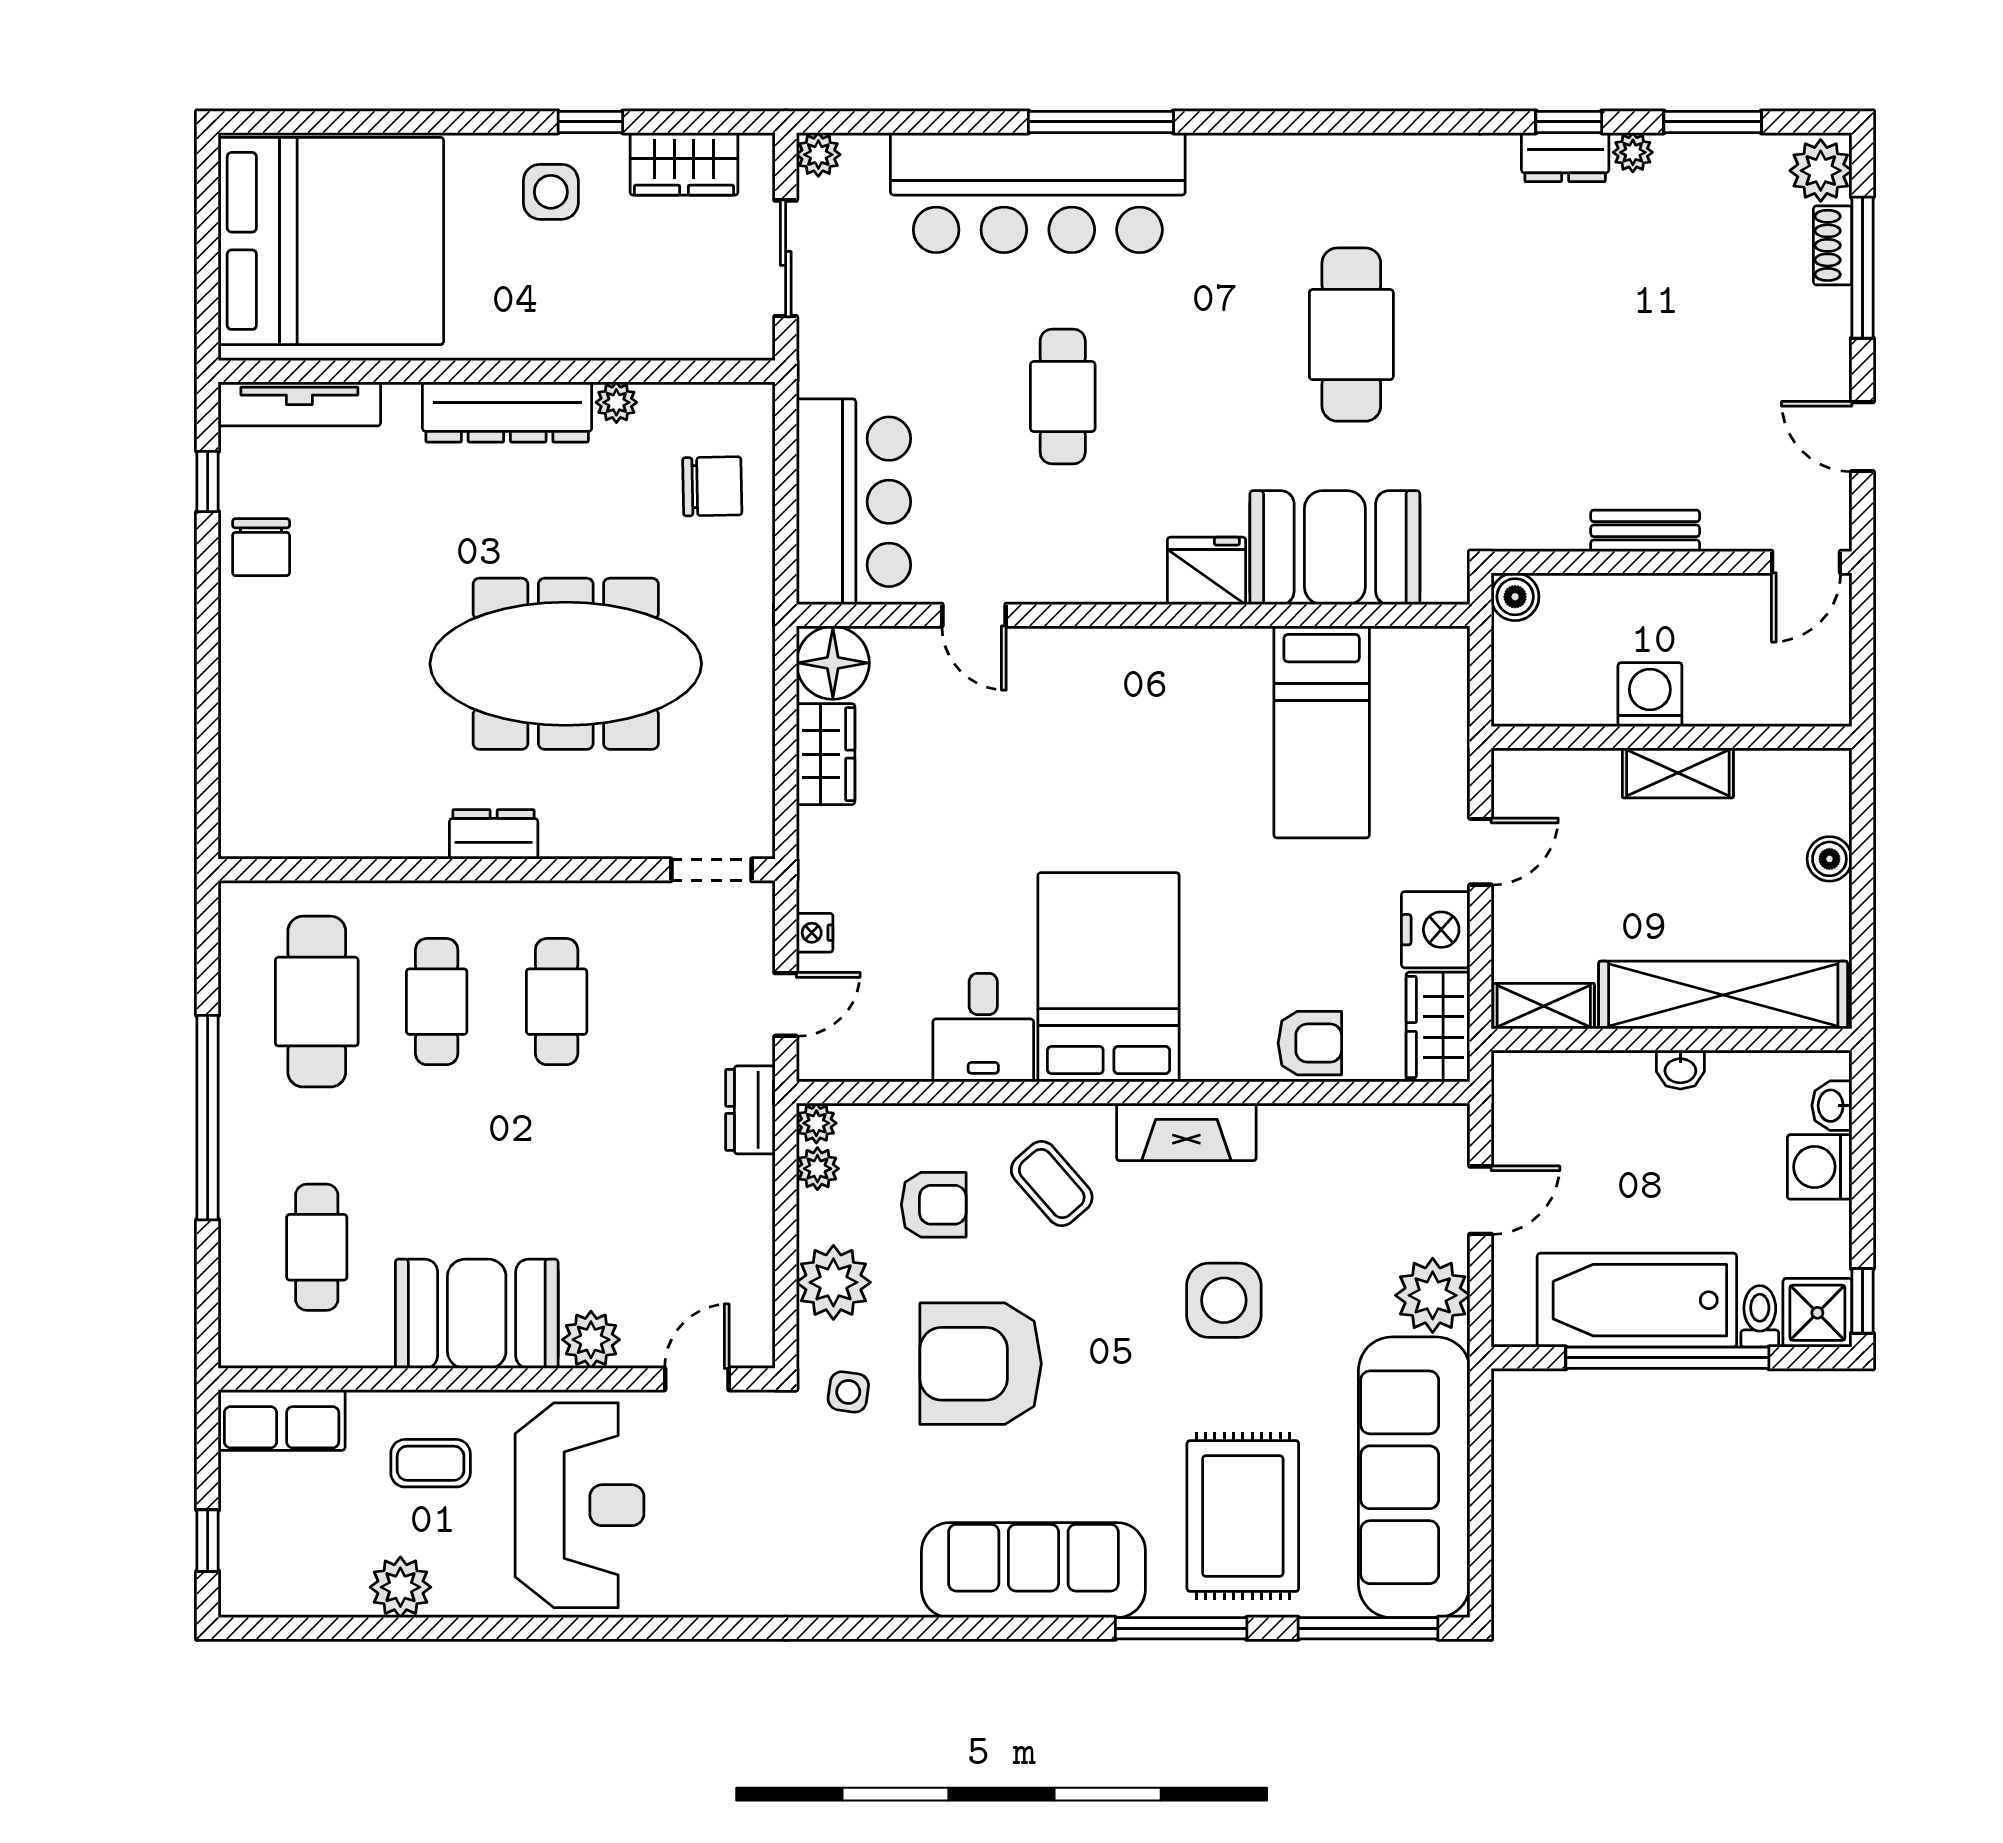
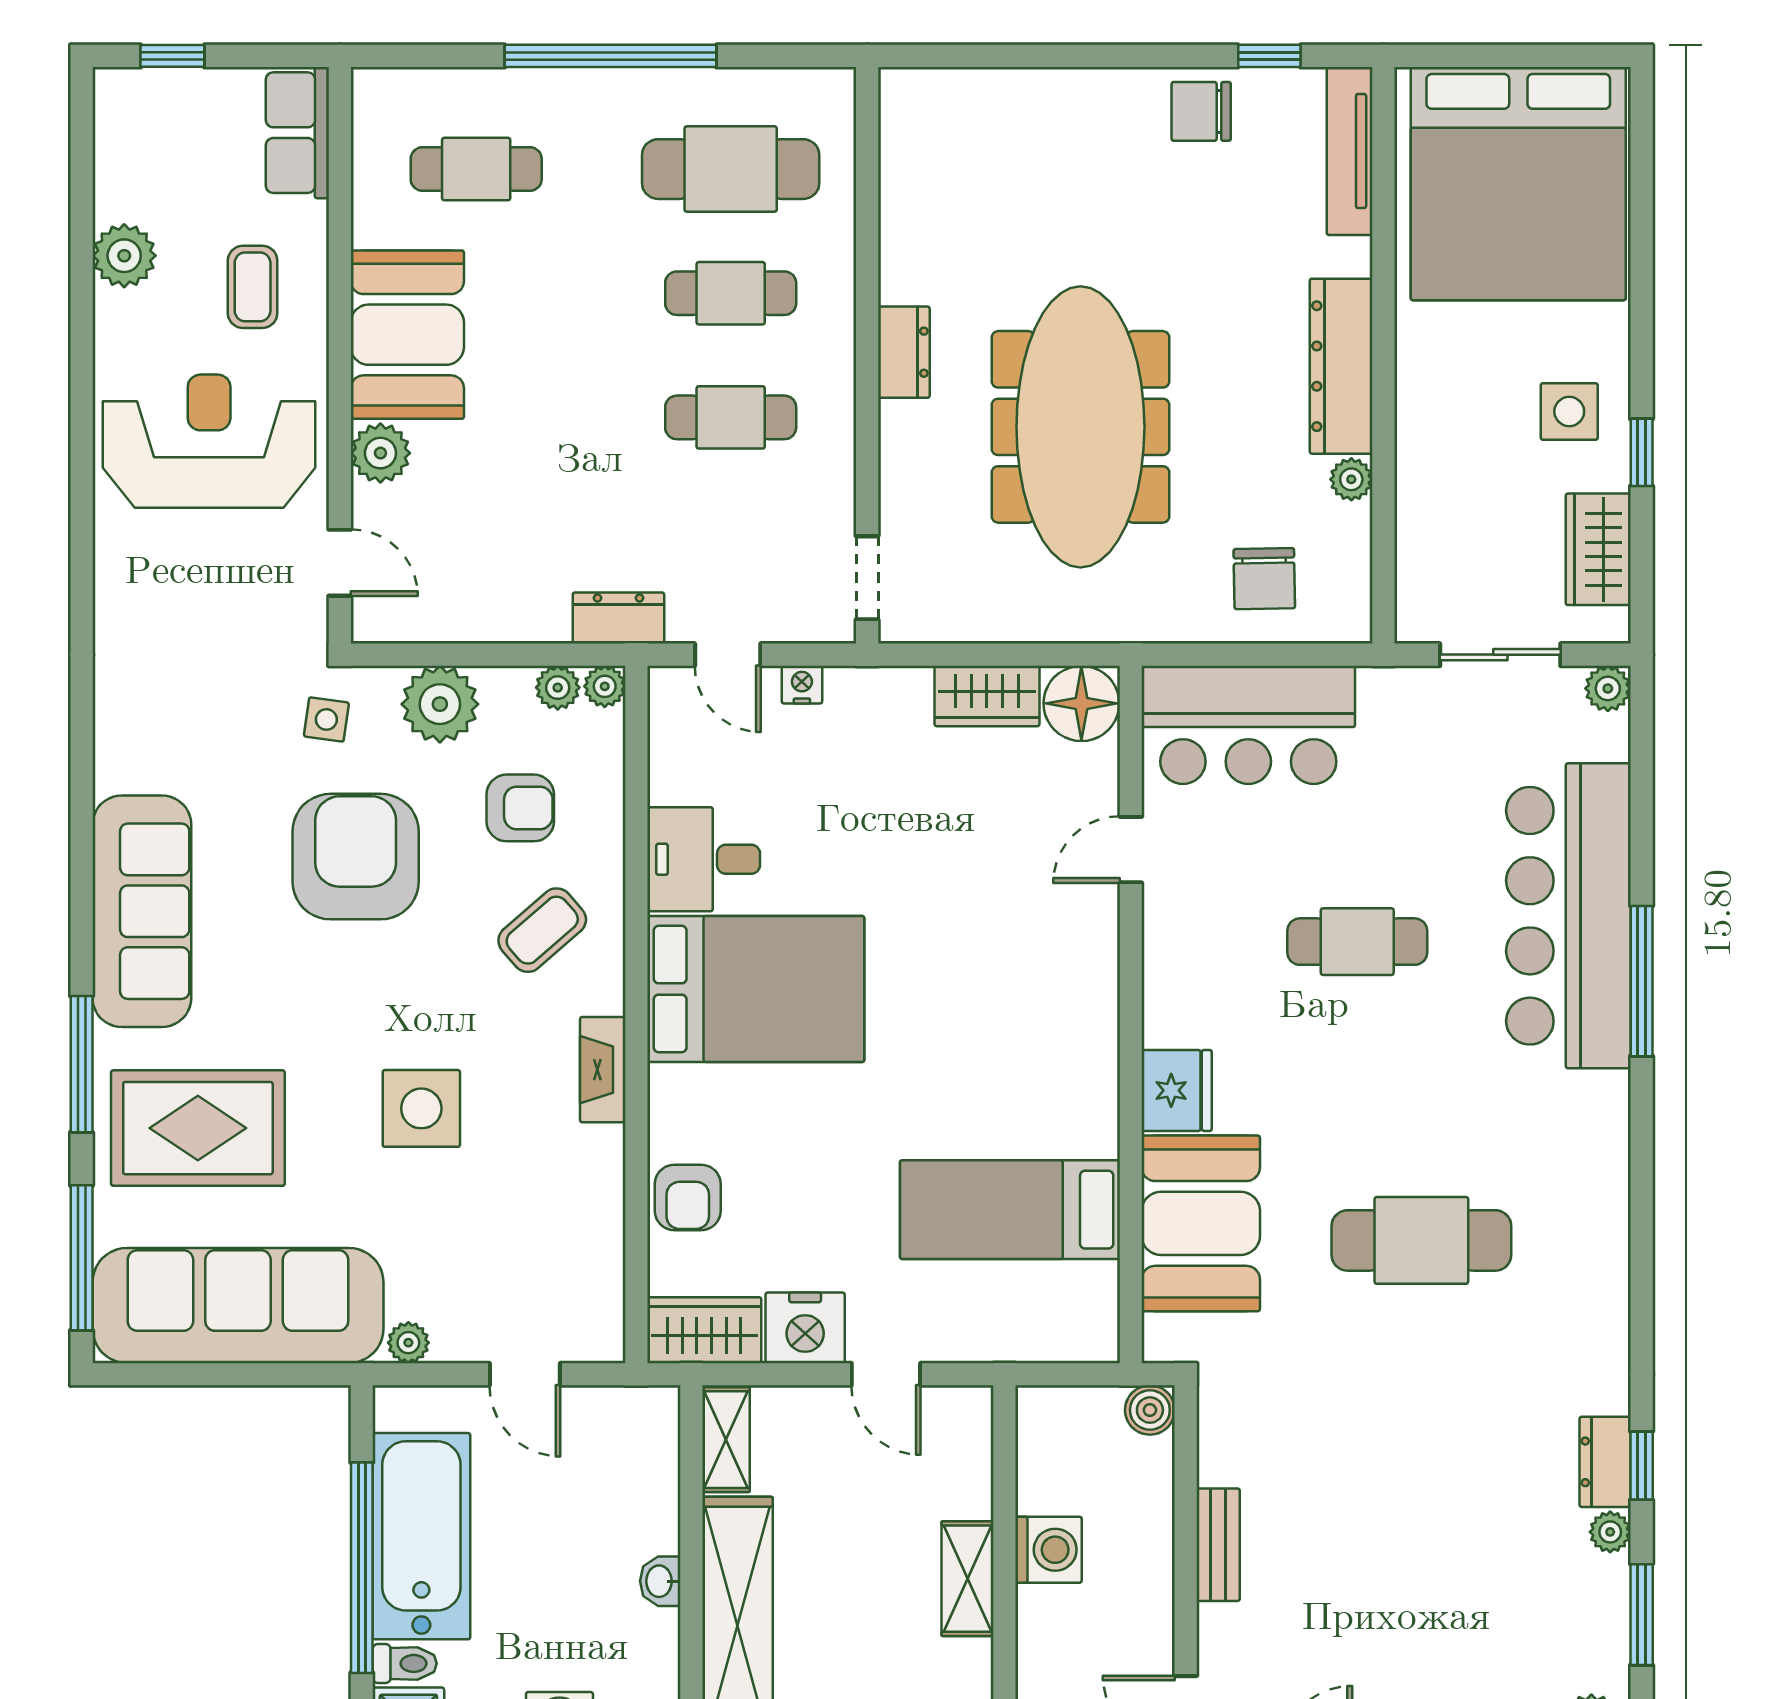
fireplace: (1186, 1132) -> (603, 1070), width x0.73, depth x0.76
armchair: (934, 1205) -> (520, 808), turned -90
plant: (1433, 1295) -> (408, 1343), width x0.53, depth x0.53
reception desk: (580, 1505) -> (209, 441), turned 180

